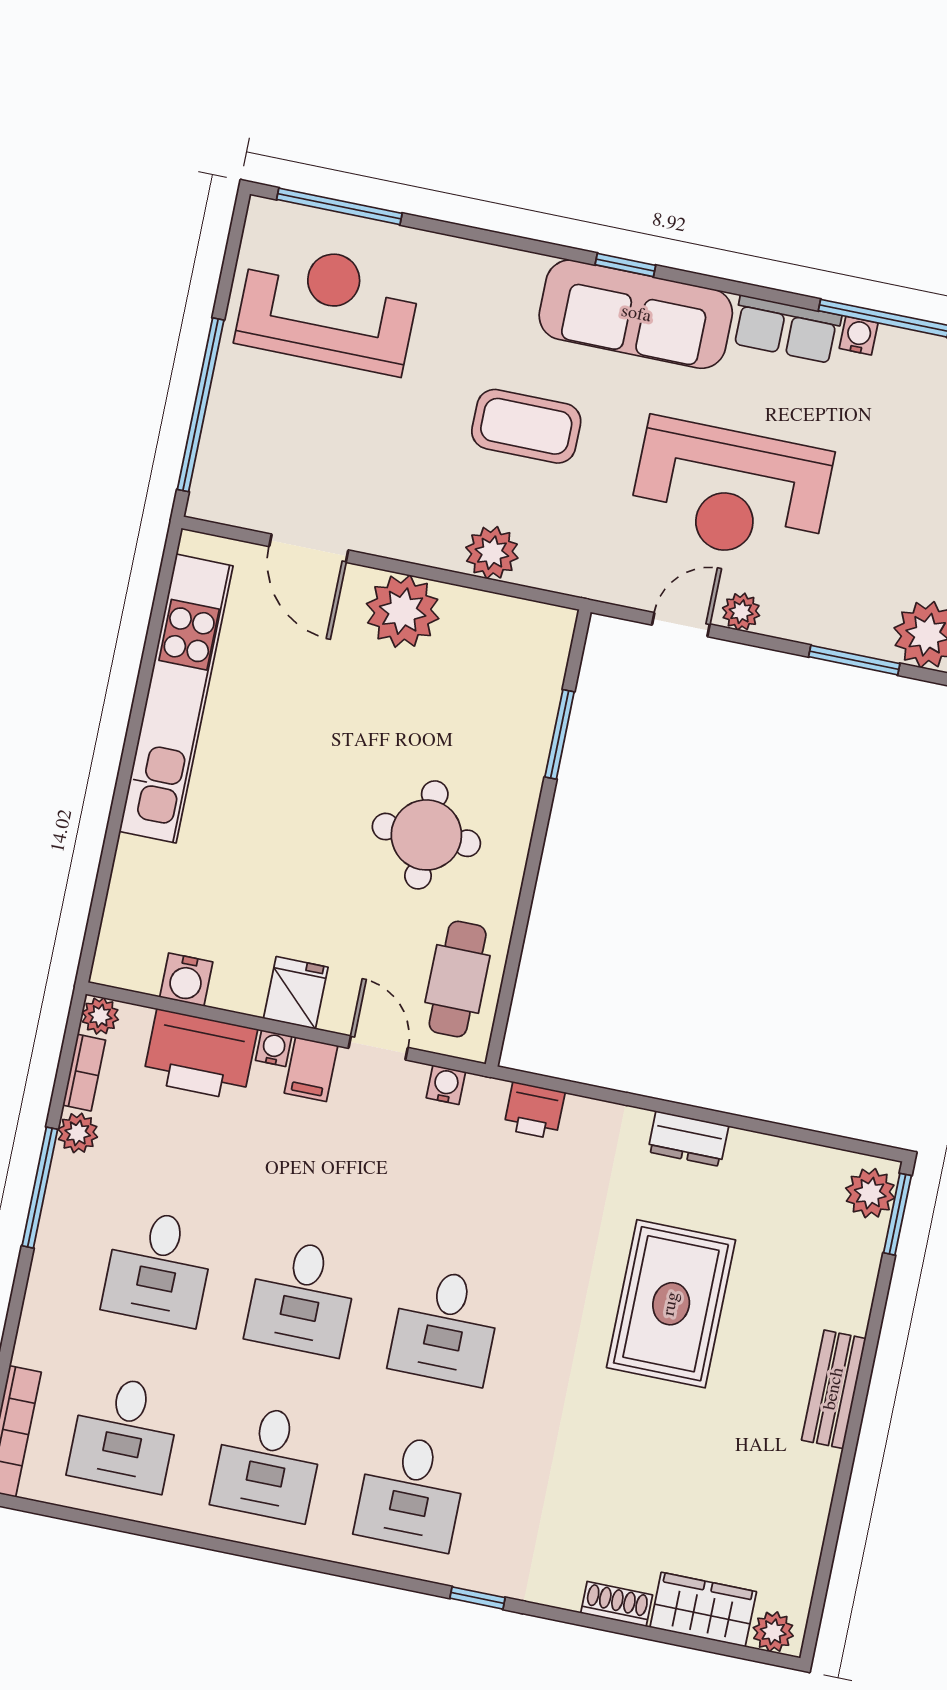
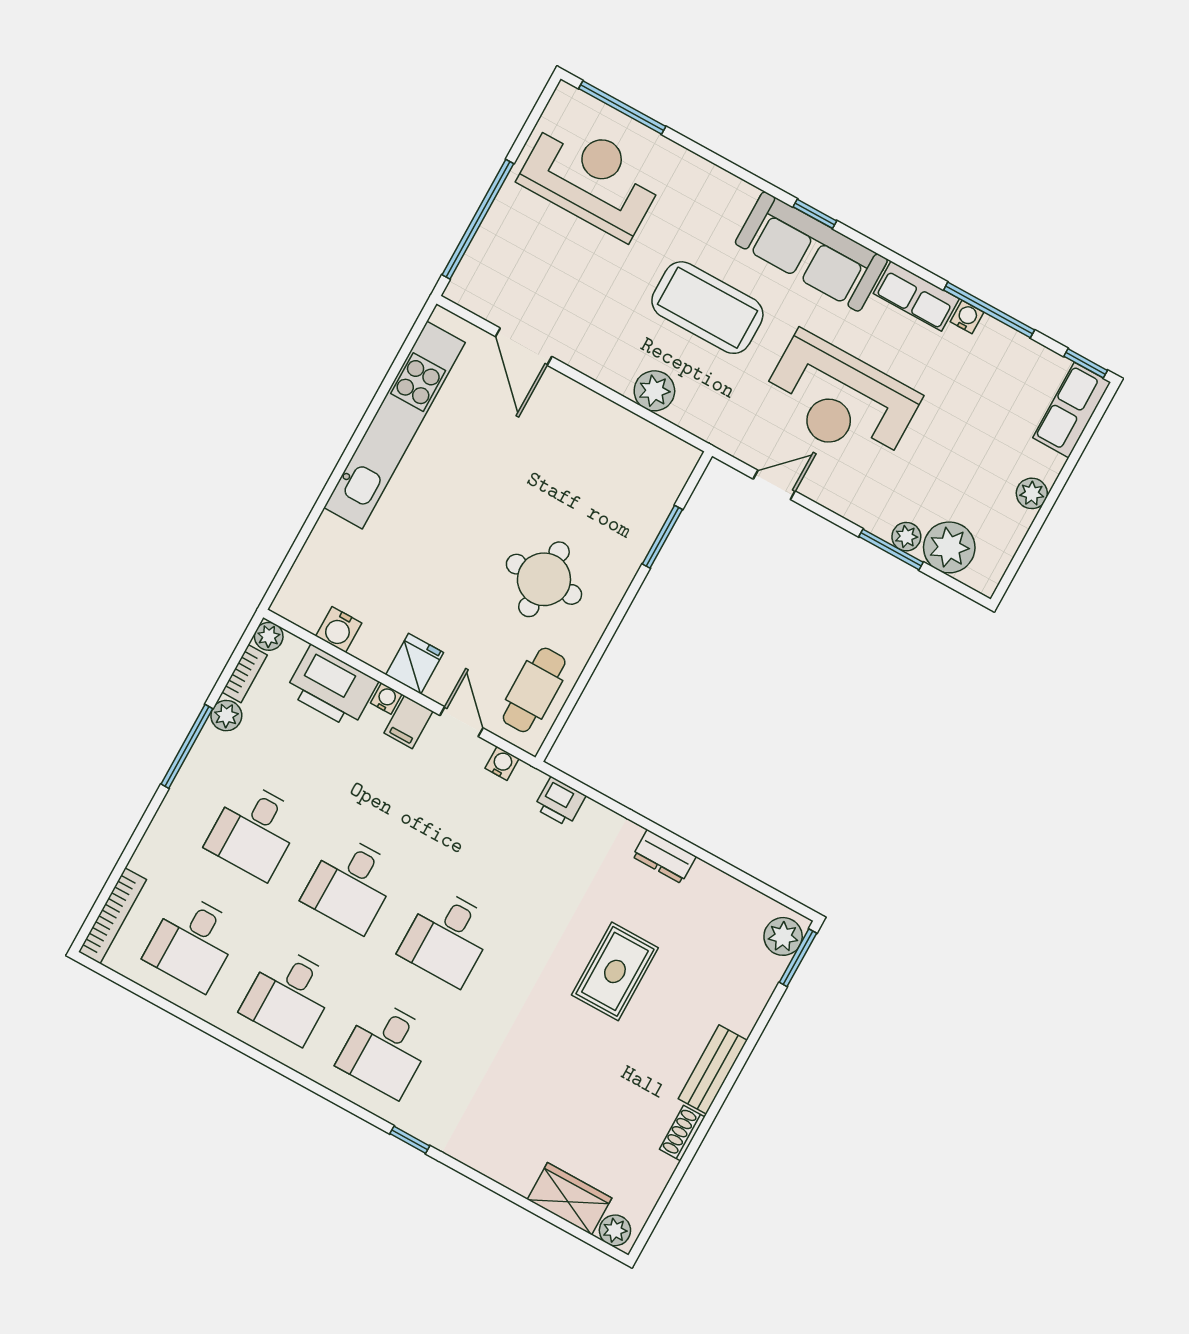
coffee table: (526, 426) -> (707, 308), width x1.36, depth x1.32
plant: (403, 611) -> (577, 413), removed
plant: (741, 612) -> (906, 537), moved
rug: (671, 1304) -> (615, 971), width x0.73, depth x0.70
shoe rack: (617, 1604) -> (682, 1133), moved, turned -90

